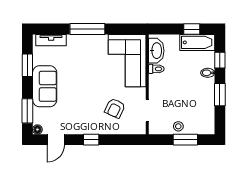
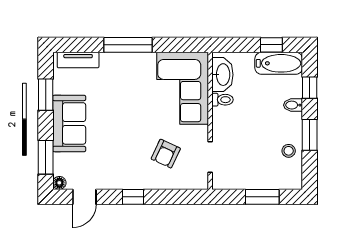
stool: (178, 126) -> (289, 151), moved

